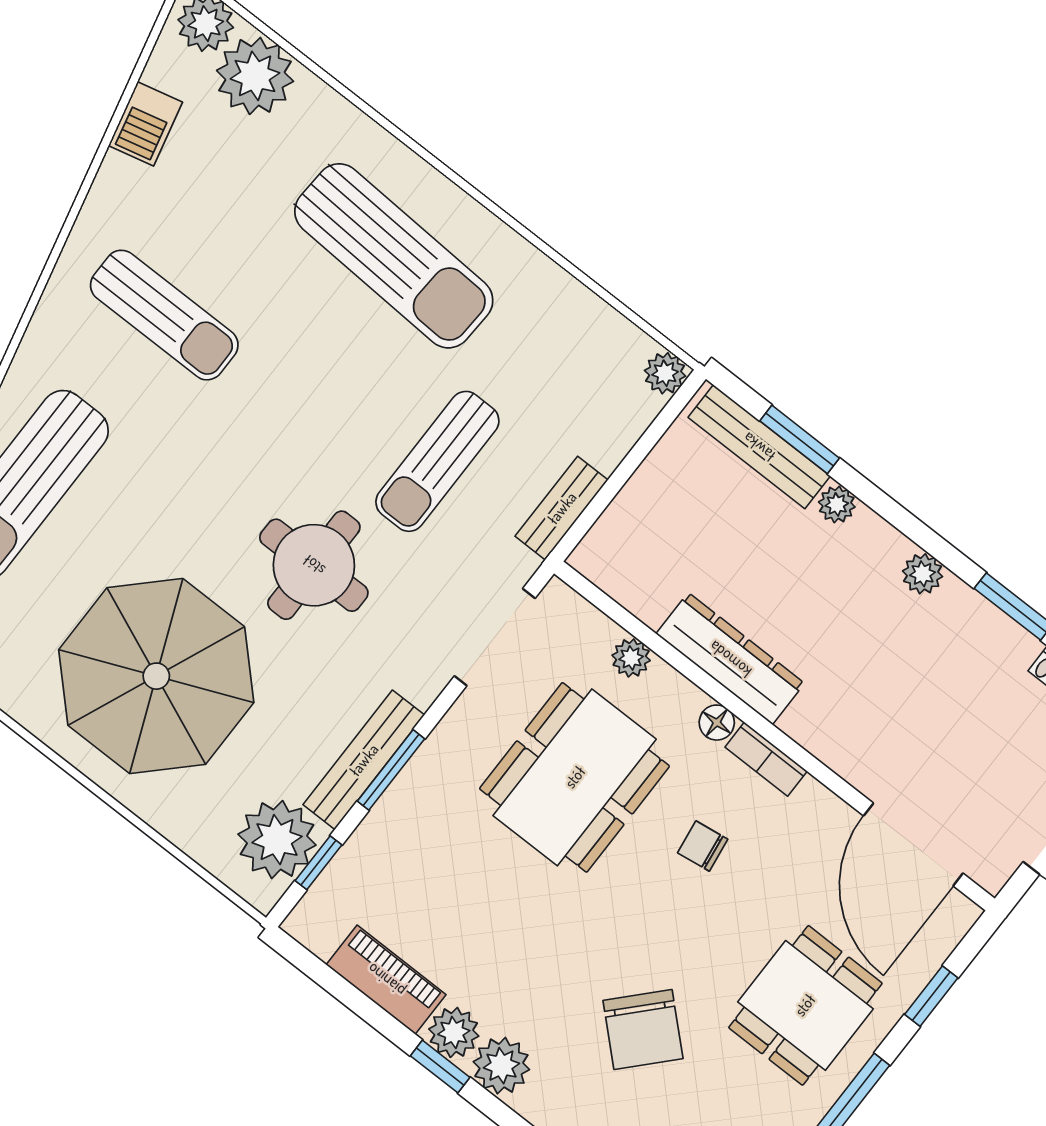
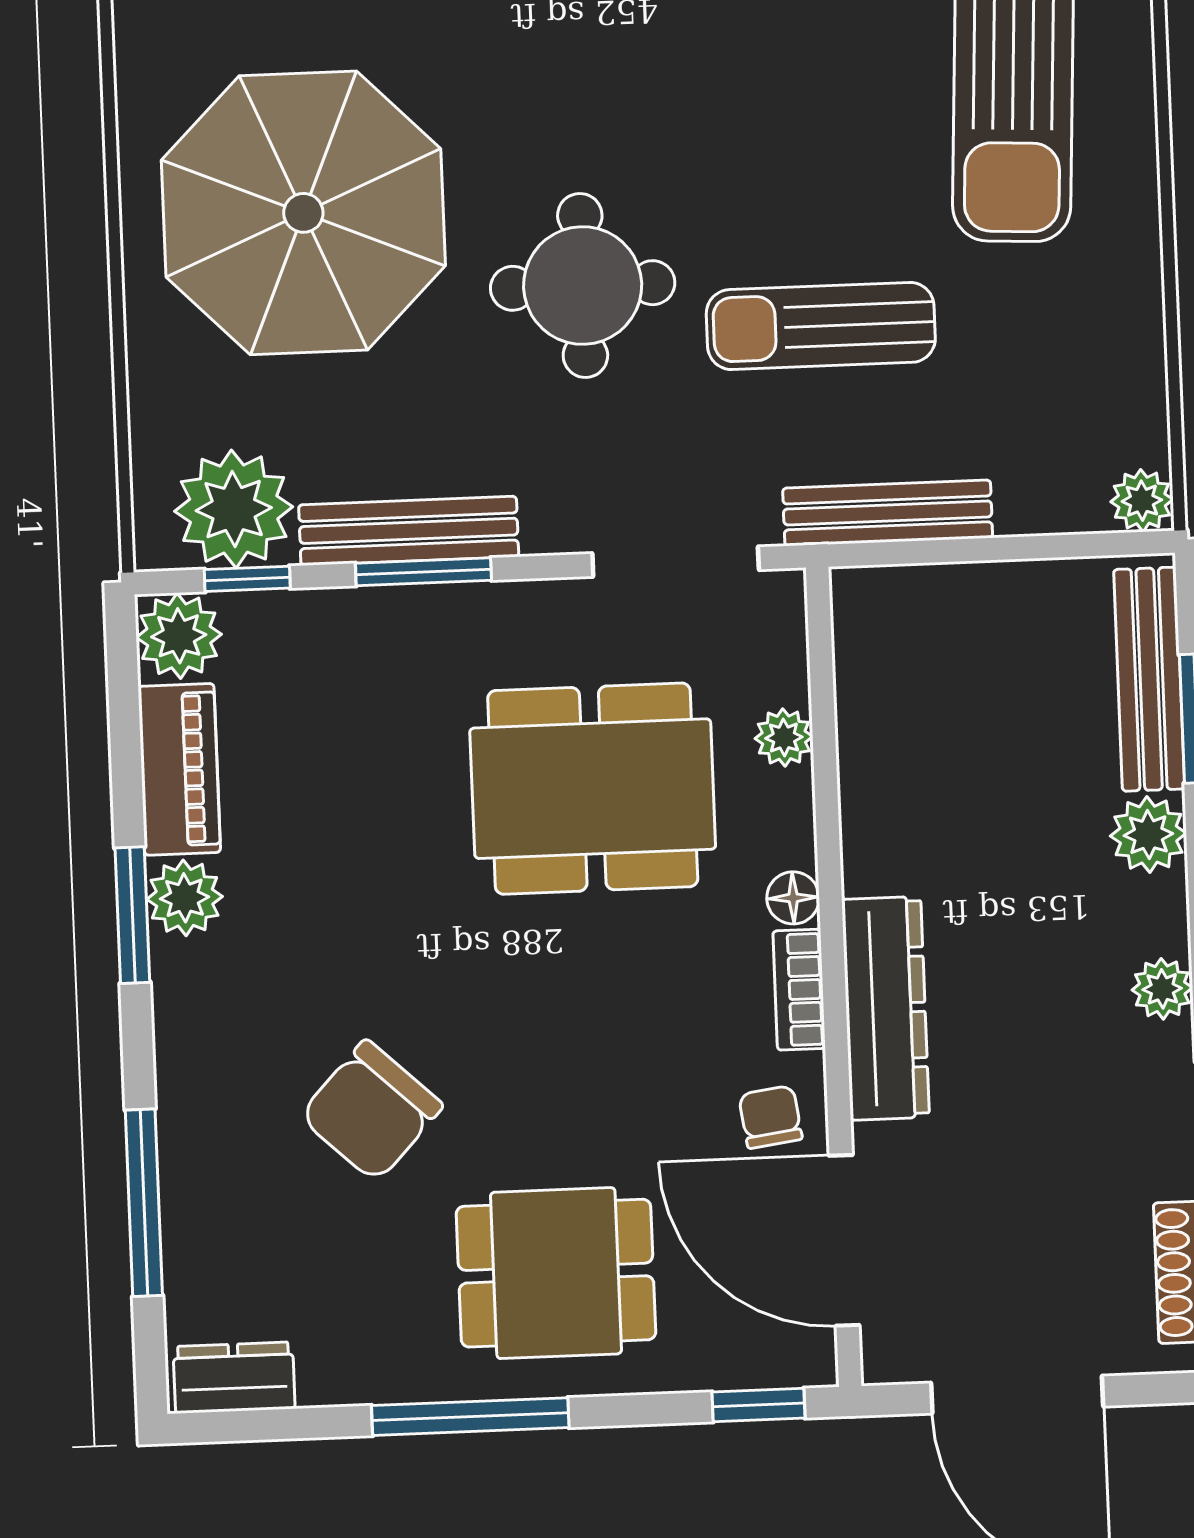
plant: (837, 504) -> (1148, 835), width x1.38, depth x1.38
bench: (562, 508) -> (888, 513), width x1.36
dresser: (730, 659) -> (886, 1008), moved
door: (913, 844) -> (844, 1240), hinge flipped
chair: (703, 846) -> (770, 1117), moved
window: (931, 996) -> (759, 1405), moved
plant: (501, 1066) -> (179, 636), moved
window: (440, 1067) -> (132, 915), width x1.50

